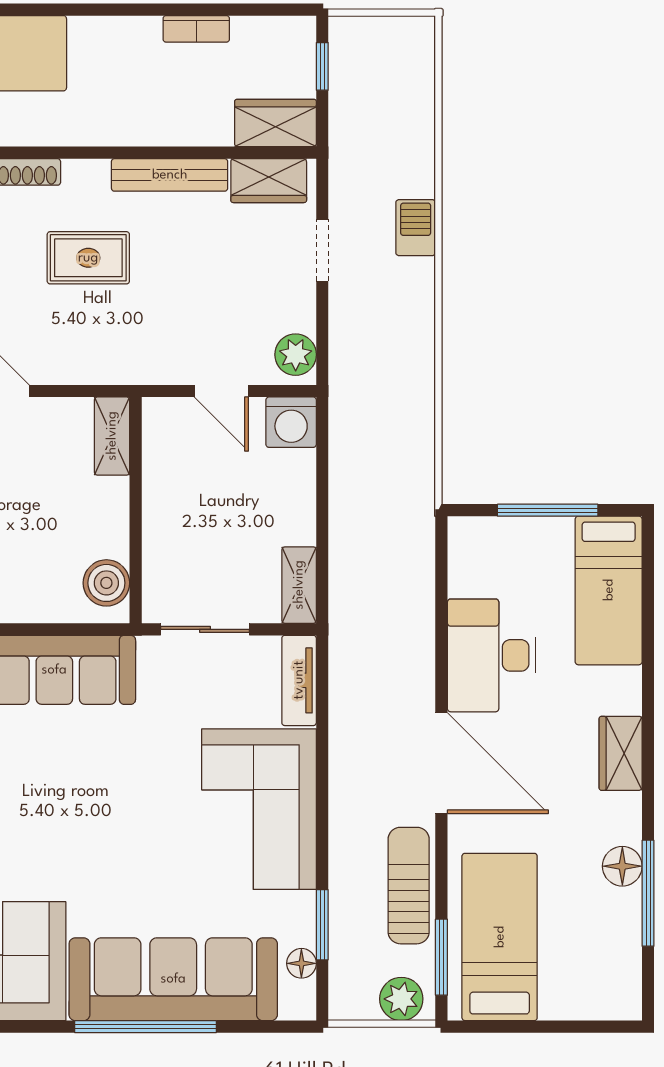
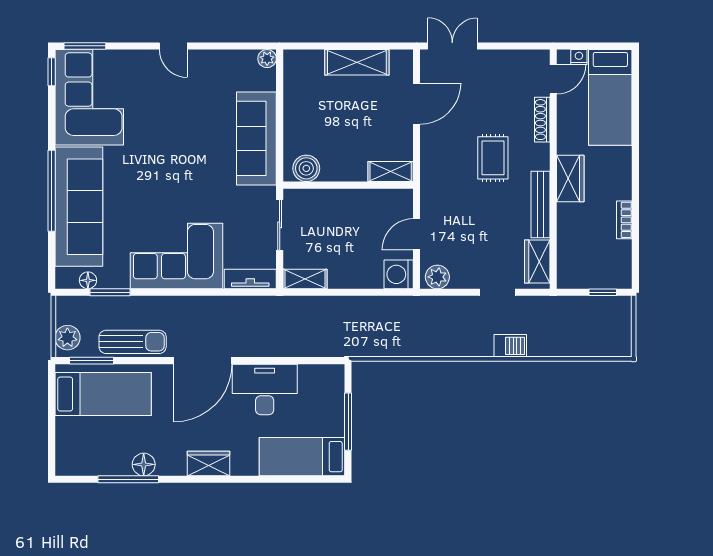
wardrobe: (275, 123) -> (570, 178), moved

